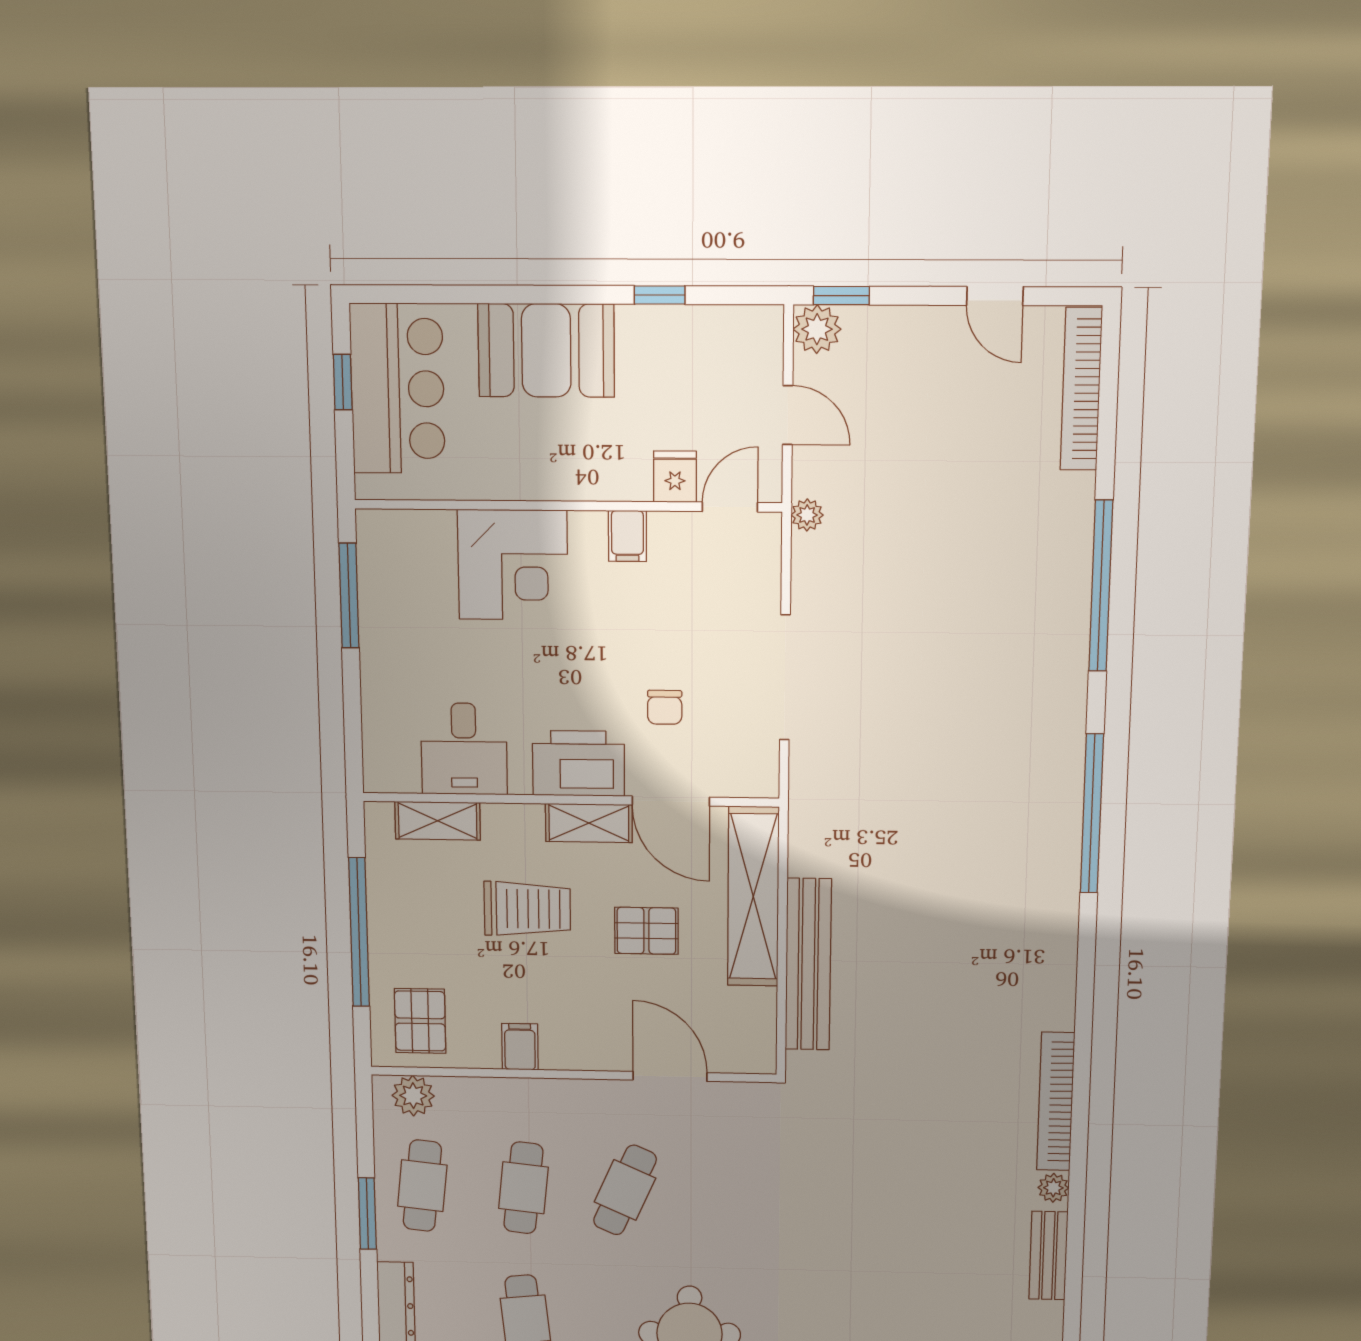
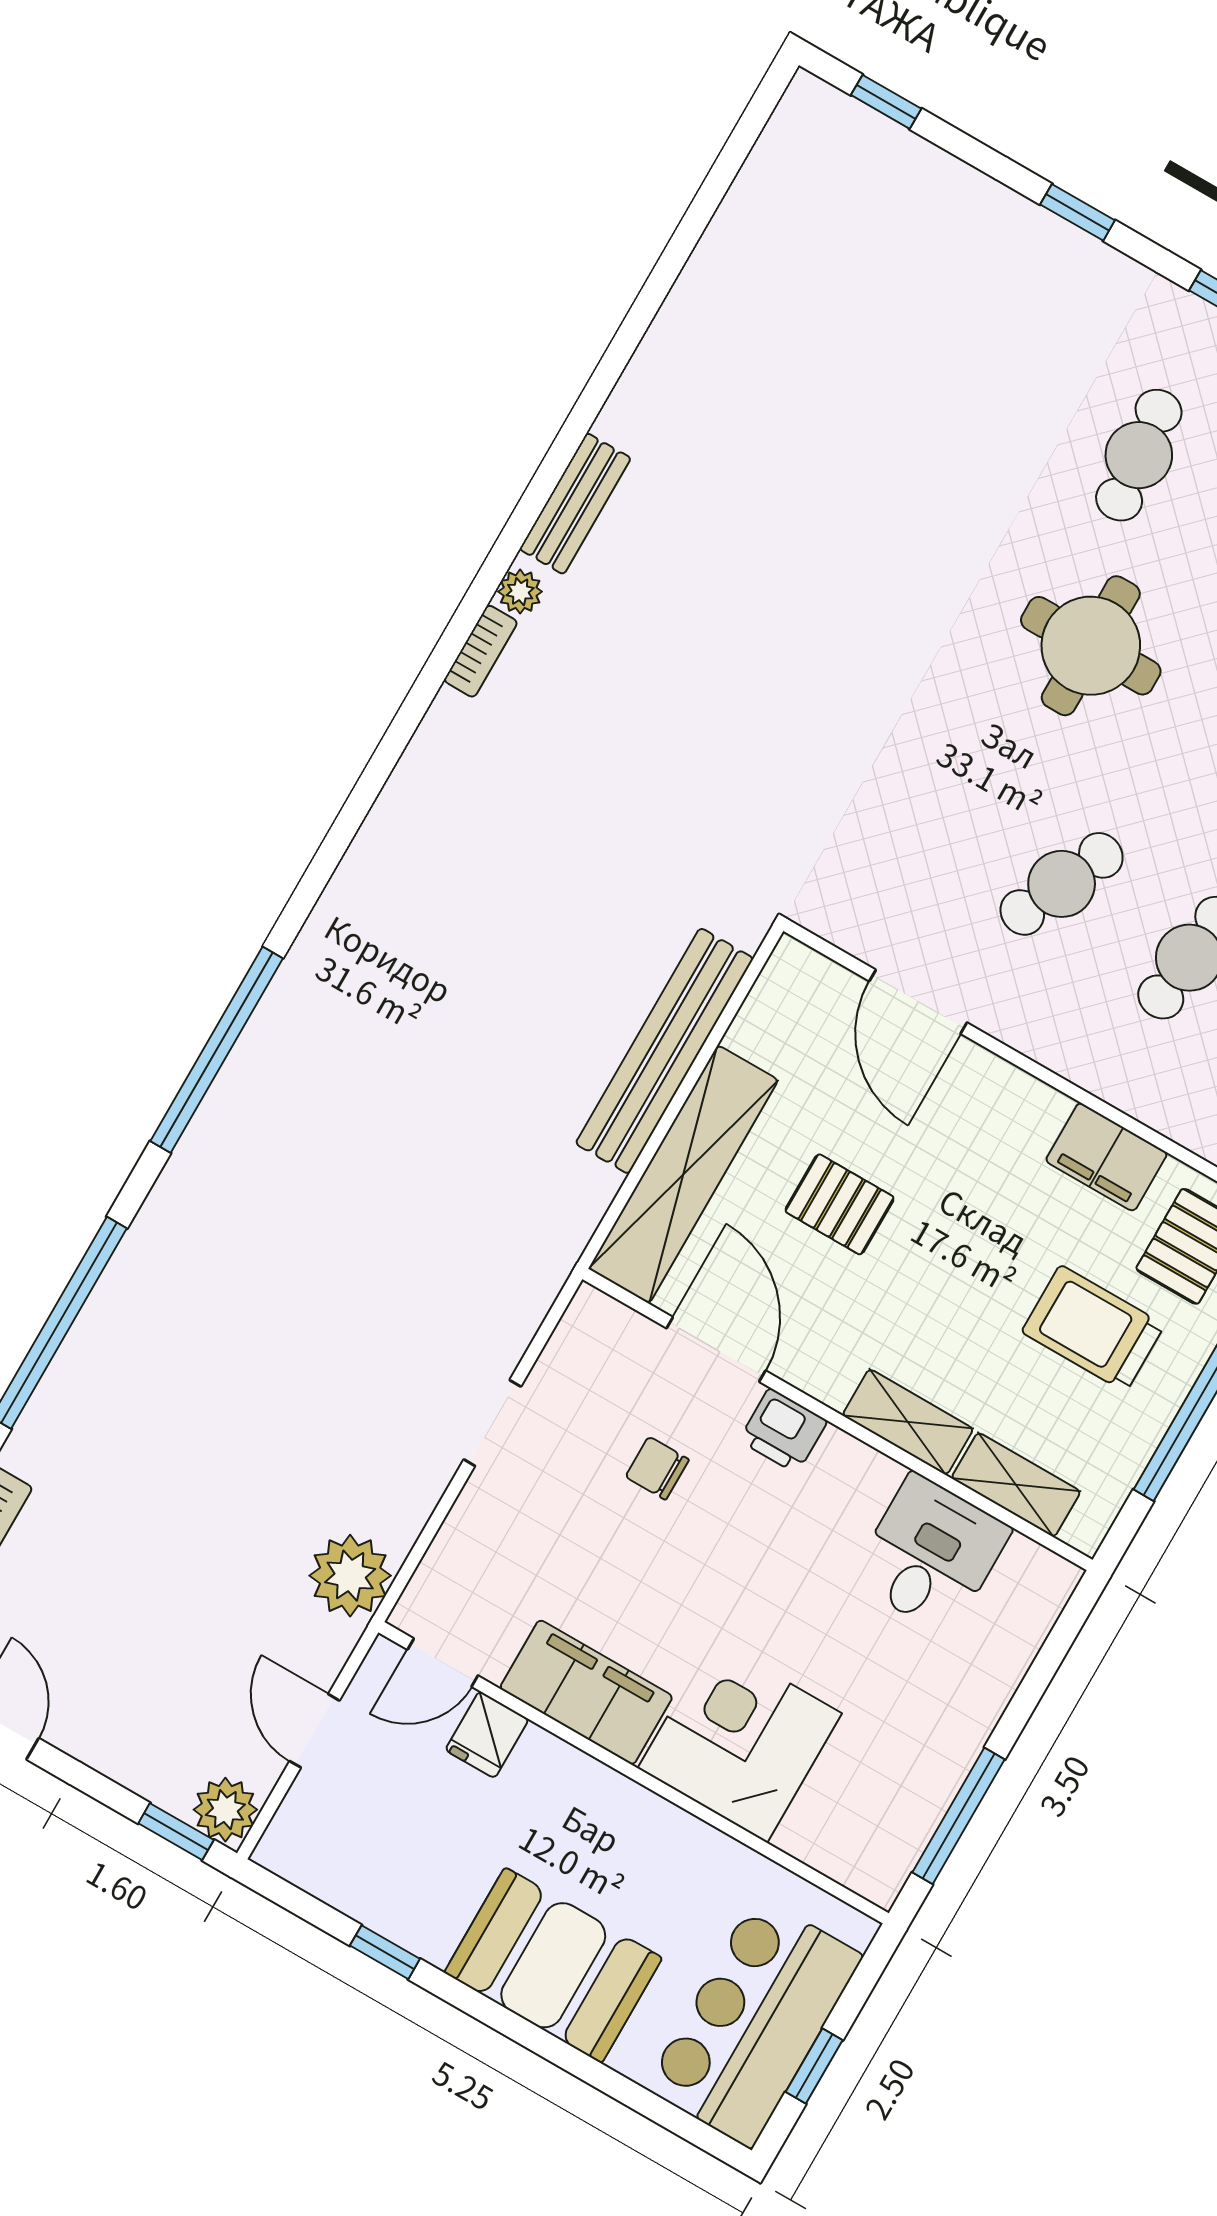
plant: (807, 515) -> (350, 1576), width x1.88, depth x1.88
filing cabinet: (627, 536) -> (586, 1692), width x3.00, depth x1.17
doorway: (785, 678) -> (492, 1423), width x0.53
chair: (665, 707) -> (657, 1468), turned -90
printer: (578, 763) -> (783, 1431), width x0.53, depth x0.68
shelving: (589, 823) -> (908, 1422), moved
trolley: (527, 909) -> (1093, 1328), moved
filing cabinet: (520, 1047) -> (1106, 1157), width x2.00
bookcase: (1056, 1102) -> (481, 651), width x0.43, depth x0.76

